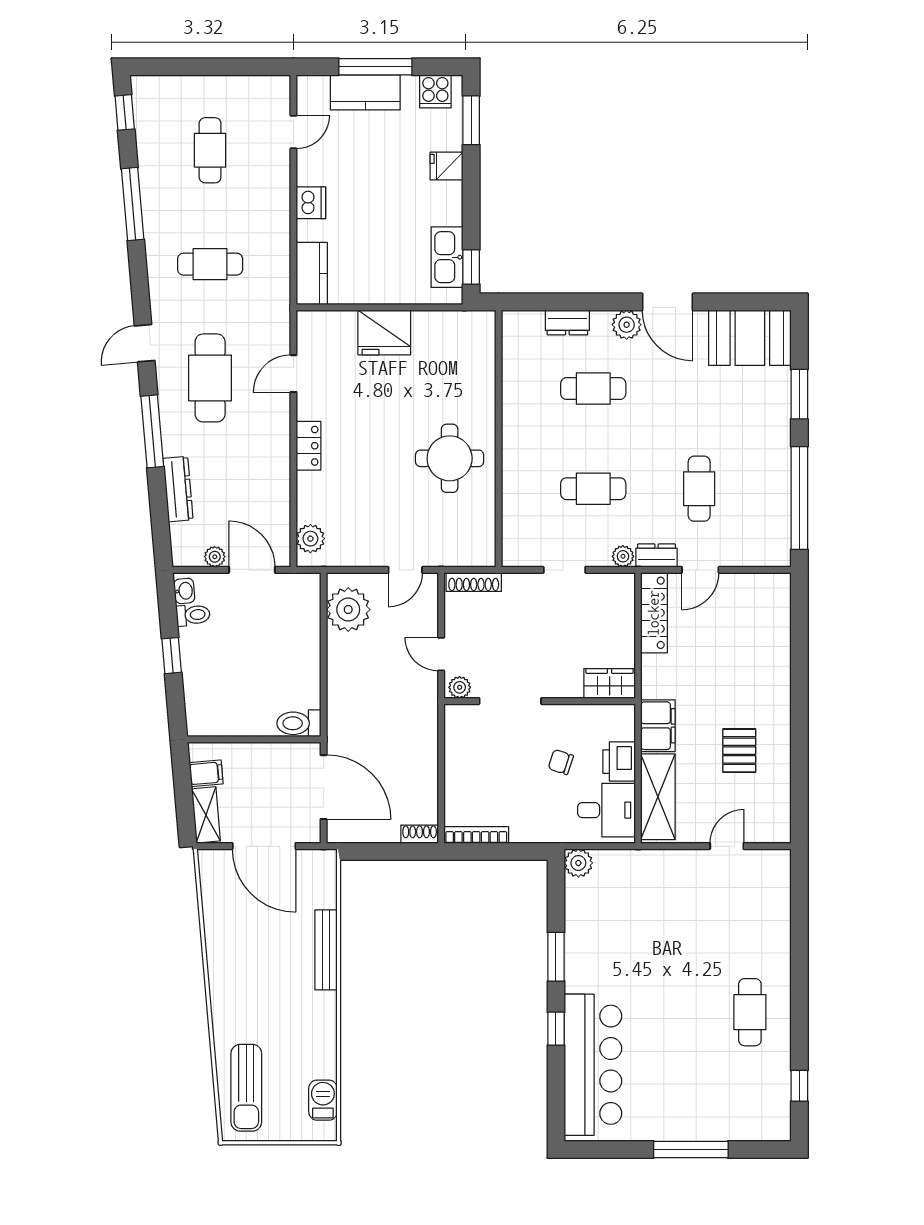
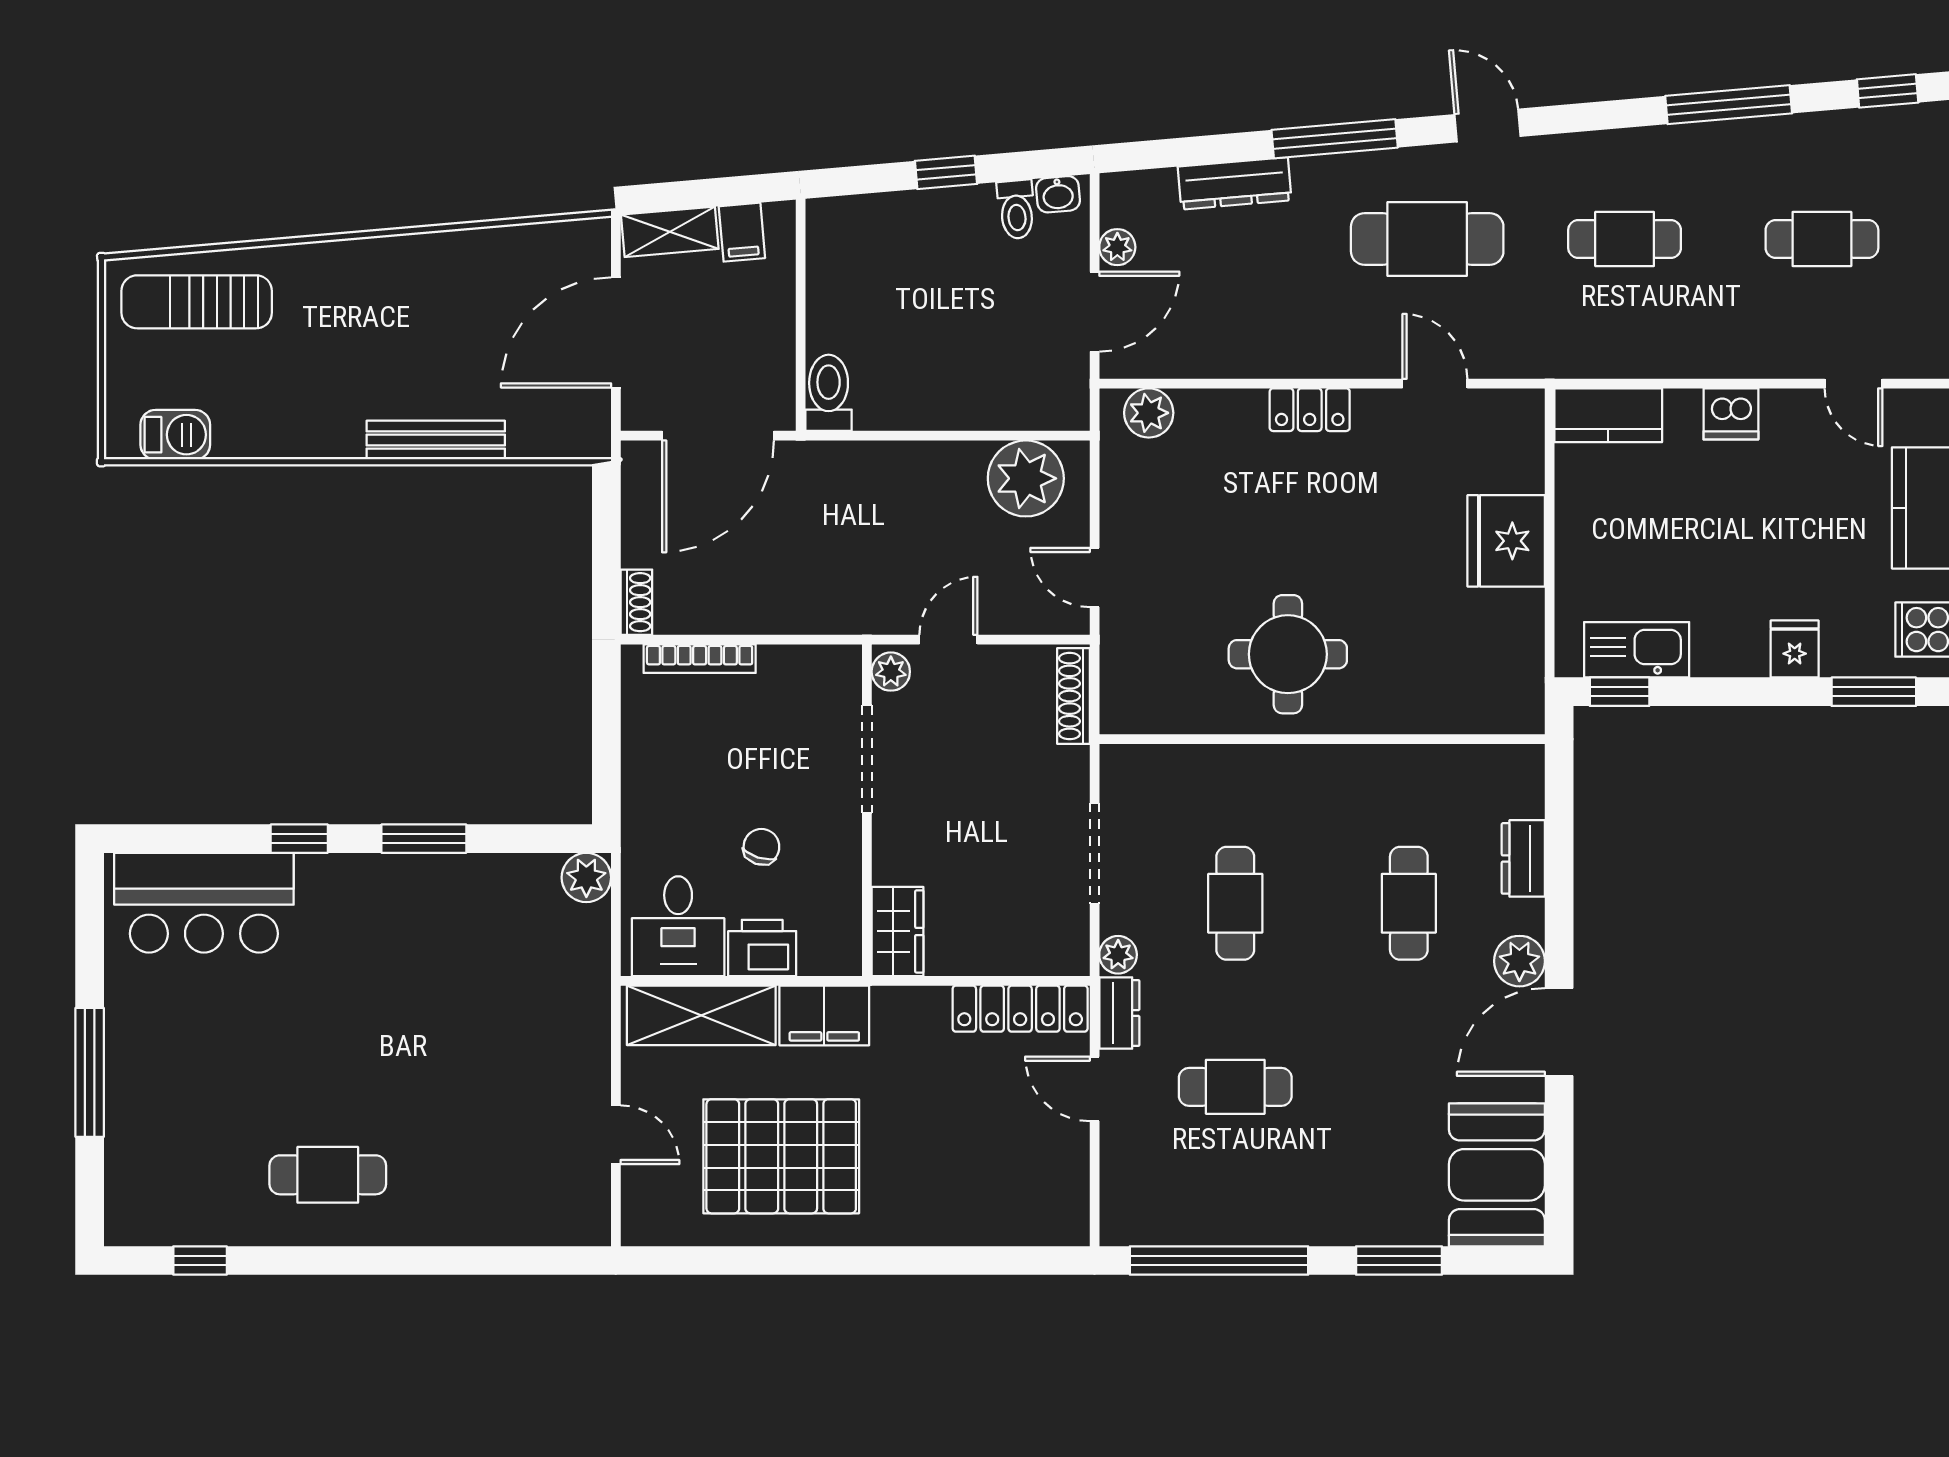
cafe table: (210, 264) -> (1625, 239), turned 90
doorway: (564, 570) -> (1095, 853), width x1.38
pallet: (739, 751) -> (781, 1156), width x2.05, depth x2.00
bookcase: (476, 835) -> (700, 659), moved, turned 90
bar counter: (593, 1065) -> (204, 903), width x0.73

